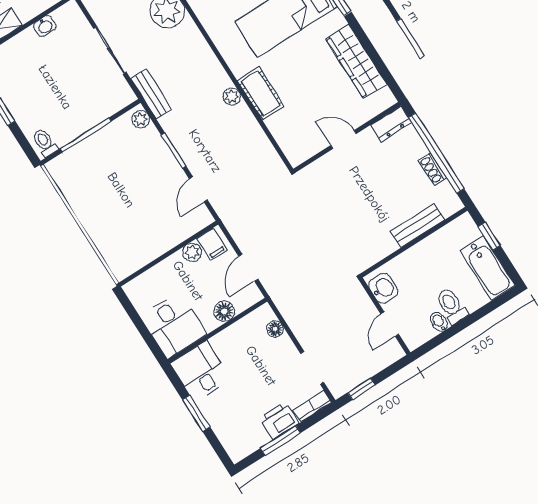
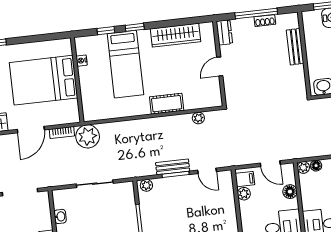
bench: (151, 94) -> (173, 167), moved
plant: (232, 97) -> (198, 118), moved
window: (436, 153) -> (256, 13), width x0.68
plant: (264, 314) -> (303, 167), added

